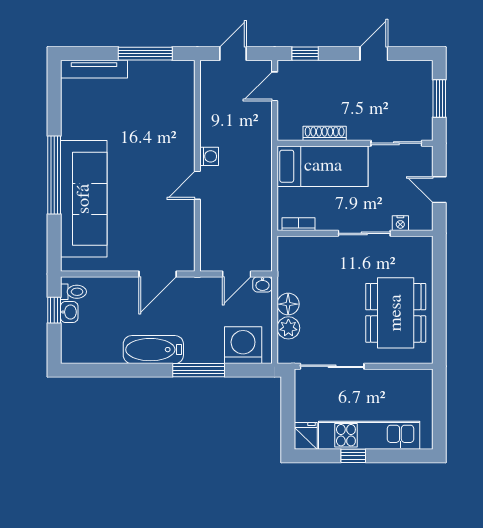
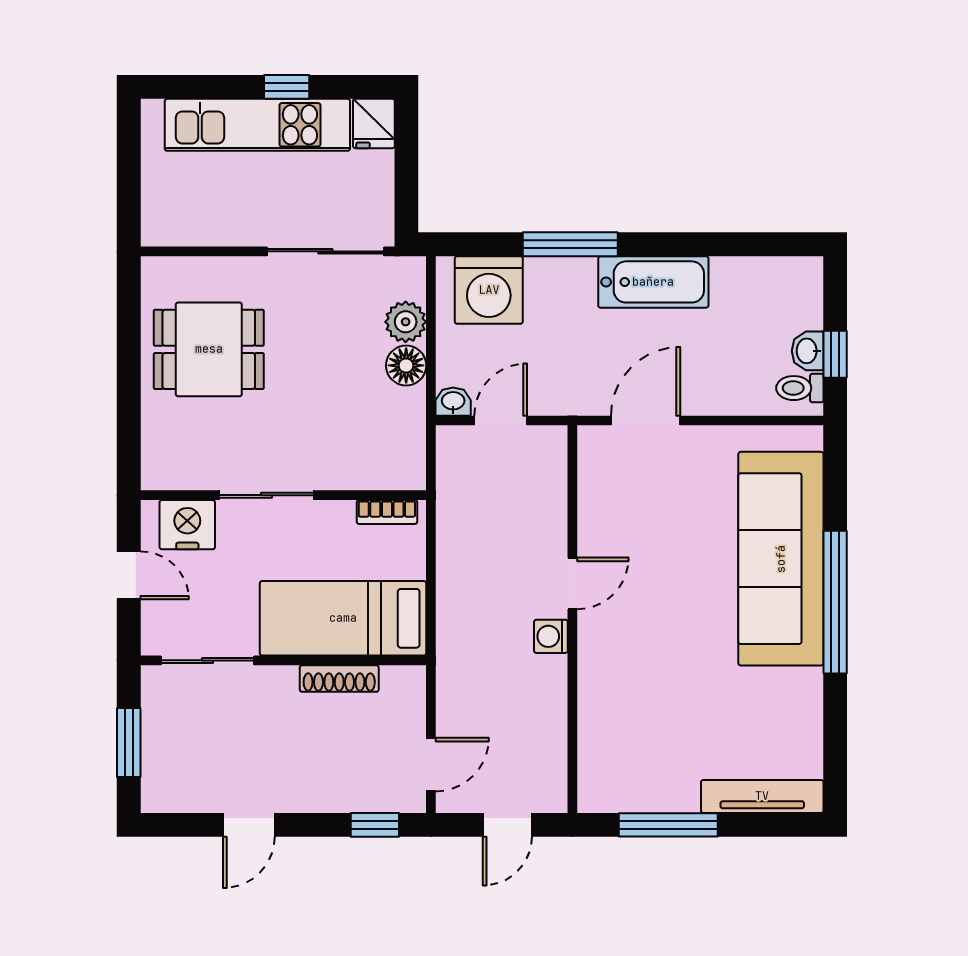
nightstand: (400, 223) -> (187, 525), width x1.89, depth x1.79
dining table: (396, 313) -> (209, 349), width x0.73

